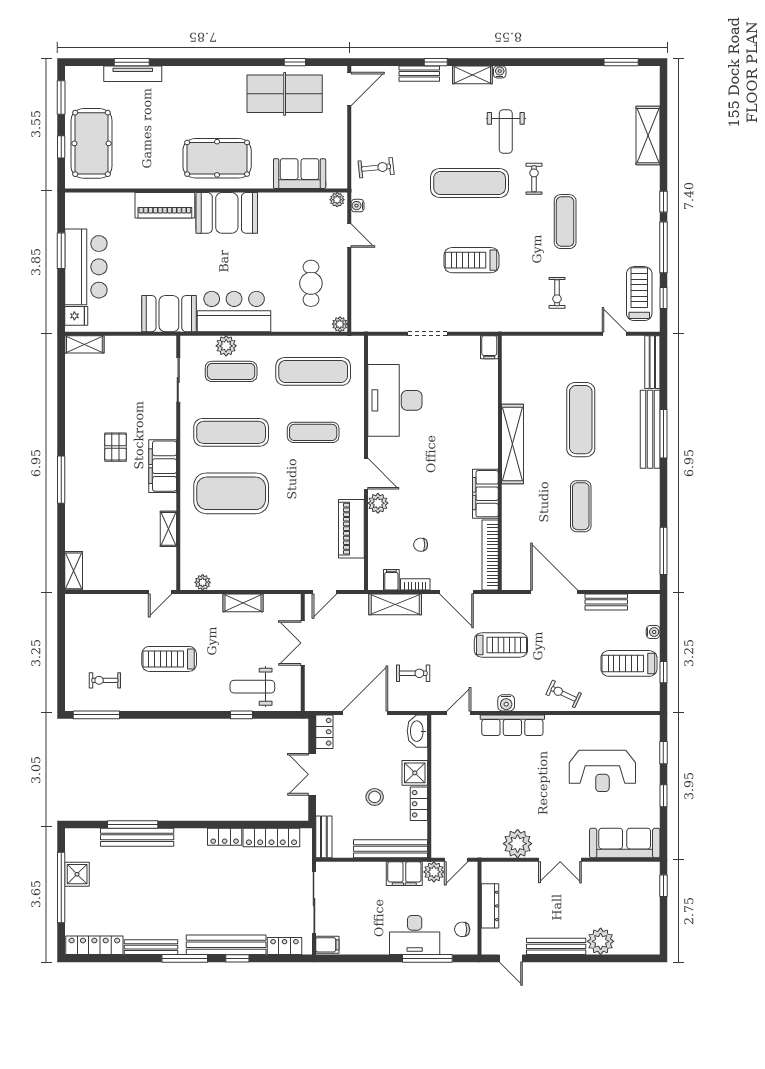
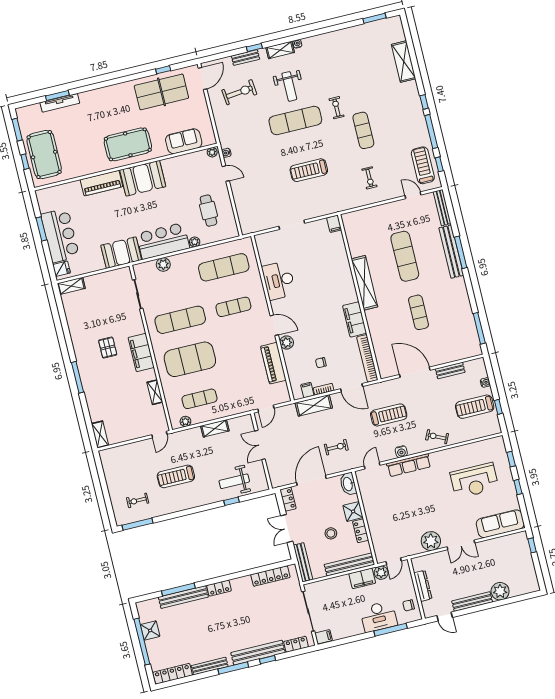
weight bench: (506, 131) -> (289, 86), moved
exercise bike: (376, 168) -> (239, 92), moved, width x1.38, depth x1.39
plant: (340, 324) -> (195, 242), moved
exercise mat: (231, 371) -> (199, 399), moved
desk: (395, 400) -> (279, 280), width x0.73, depth x0.77
locker: (225, 837) -> (219, 588), moved
bench: (324, 837) -> (303, 562), width x1.36

